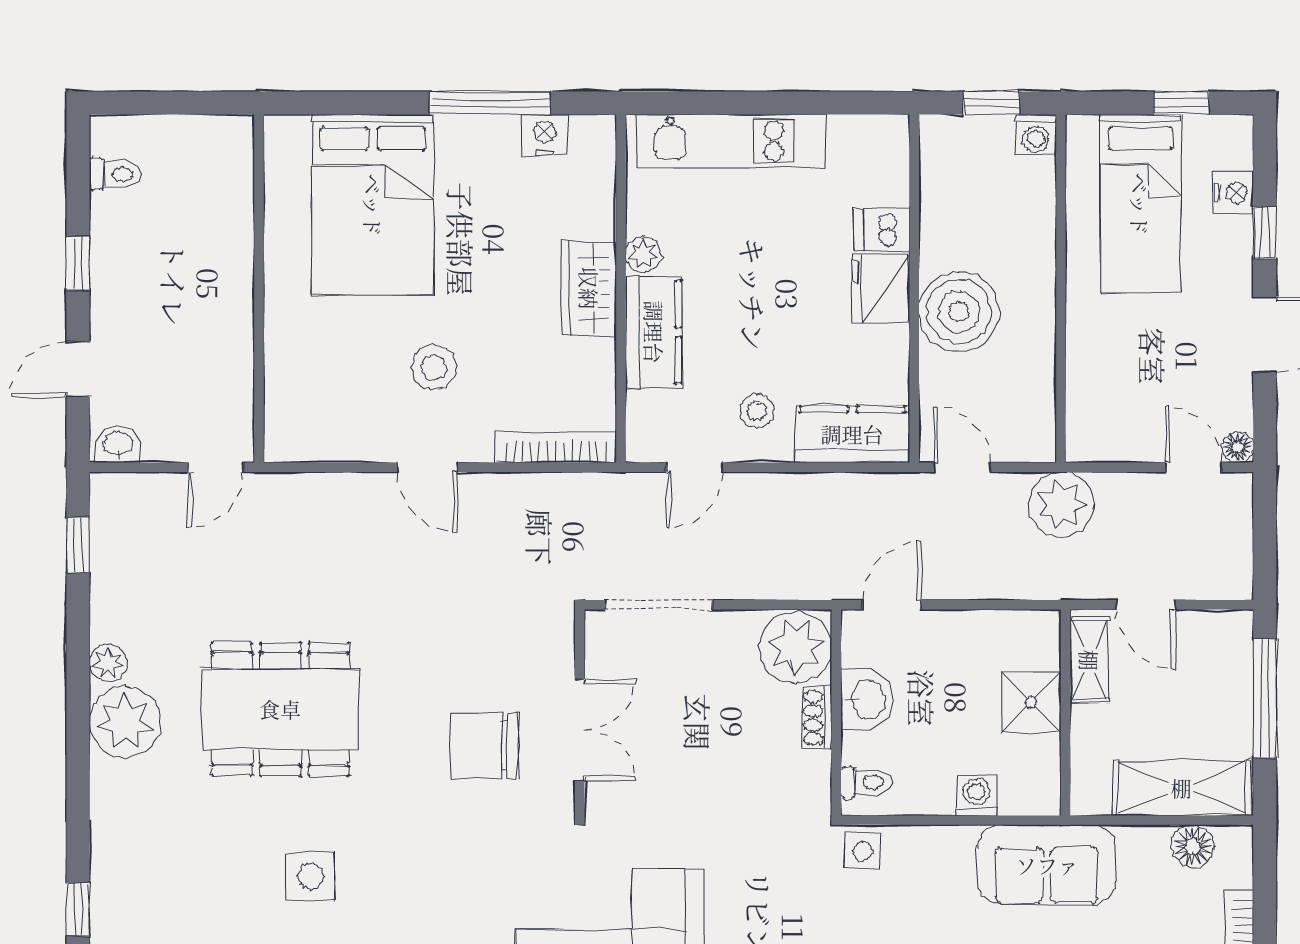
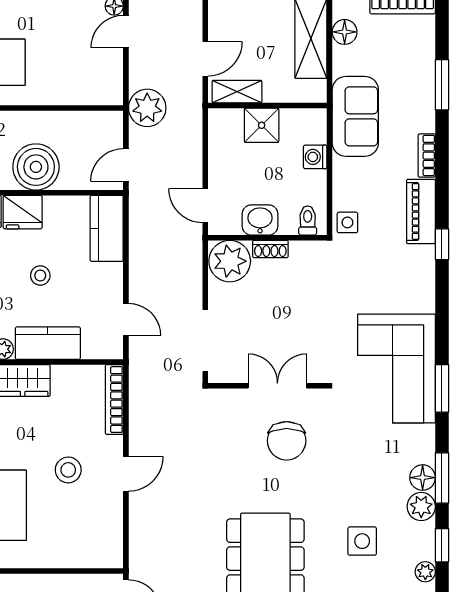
stool: (757, 411) -> (40, 276), moved

